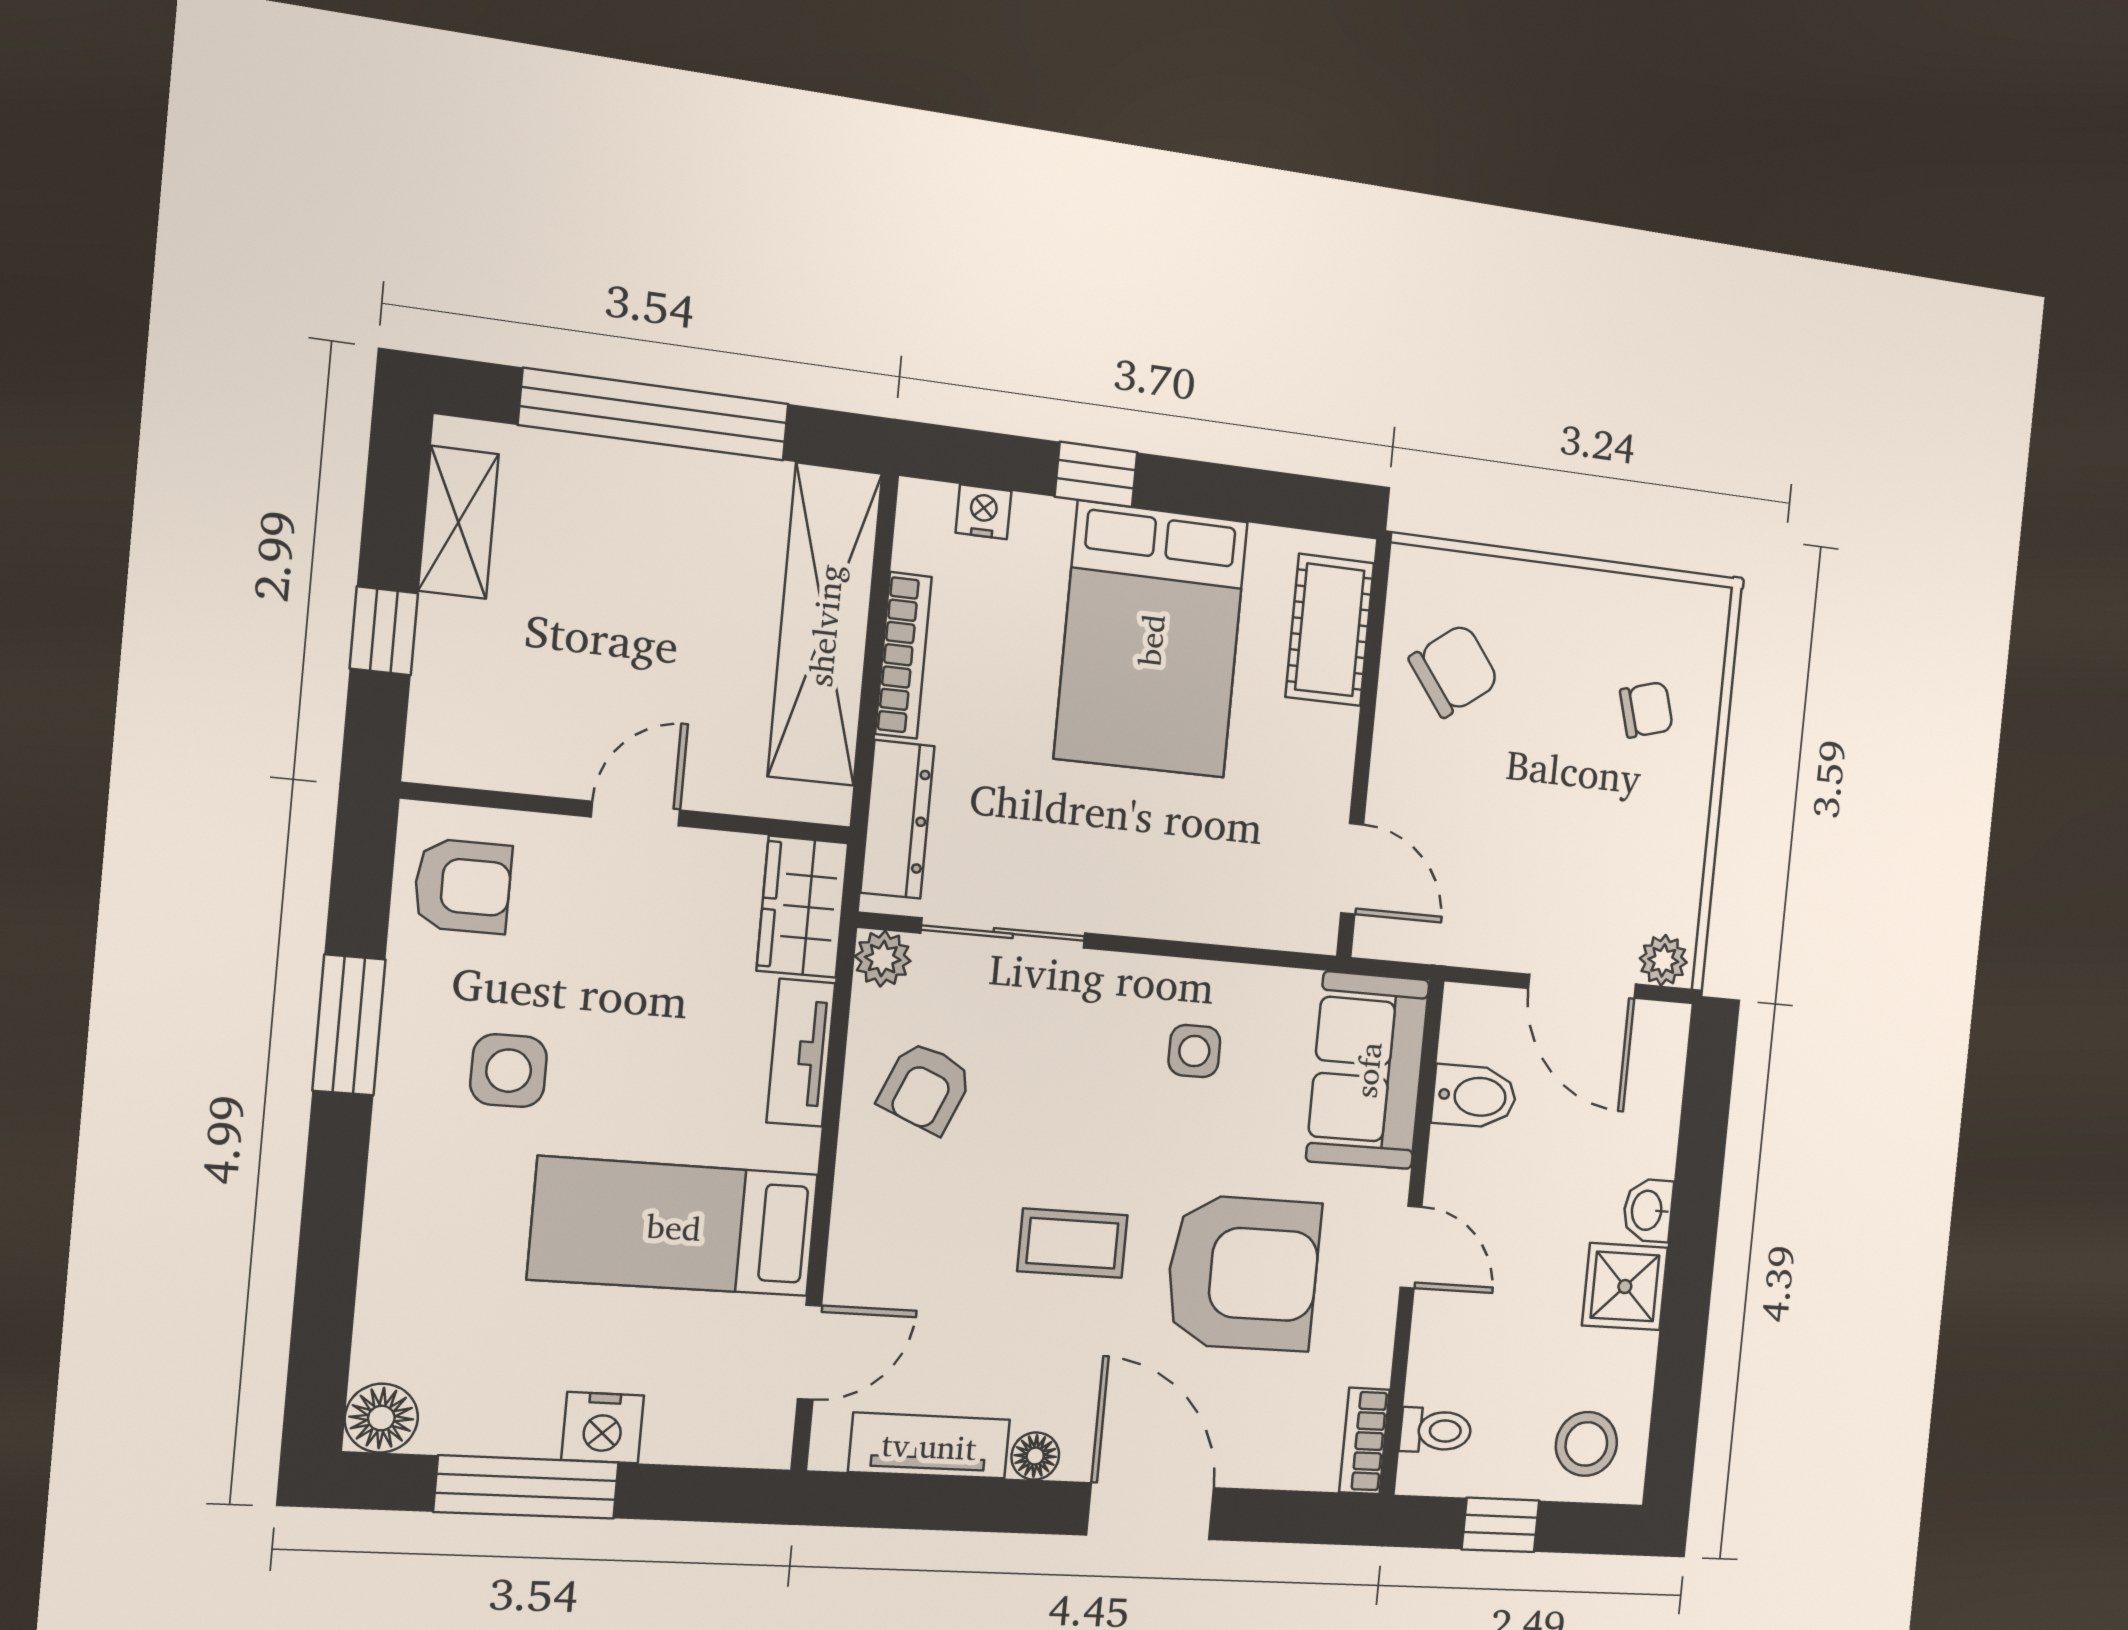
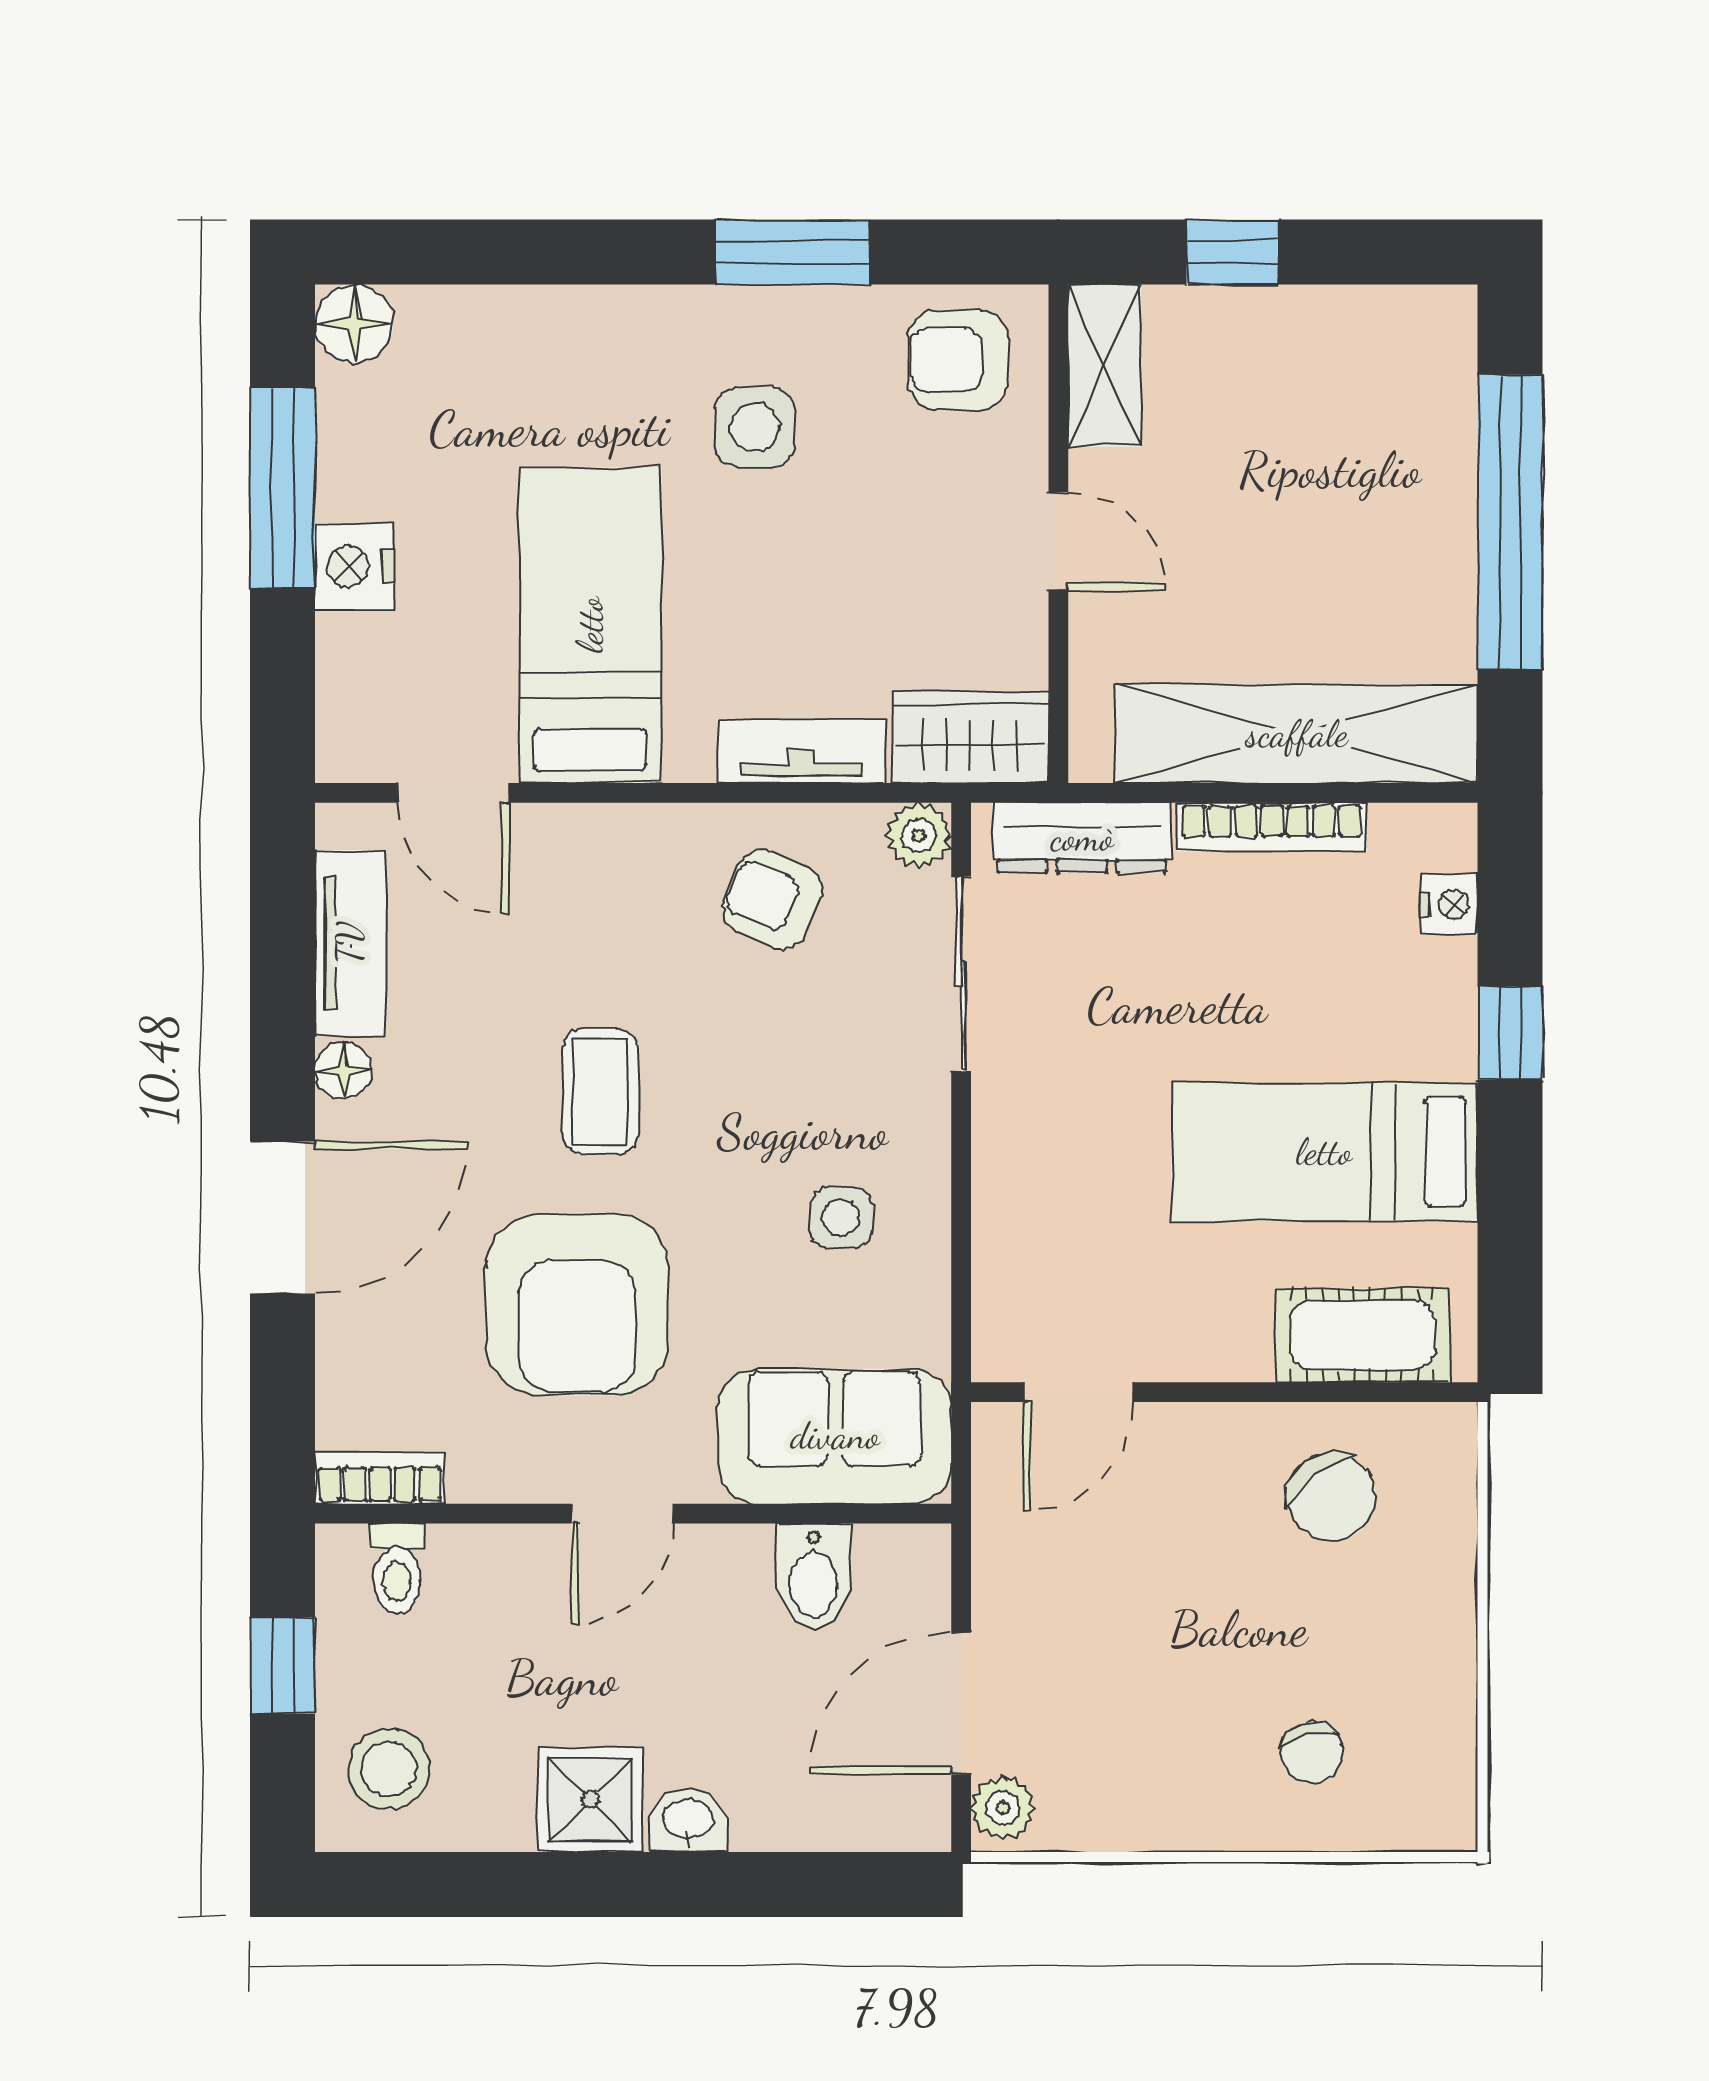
shelving: (458, 522) -> (1104, 365), moved, turned 90
bed: (1151, 640) -> (1324, 1152), width x0.67
armchair: (463, 886) -> (958, 360), turned 90

